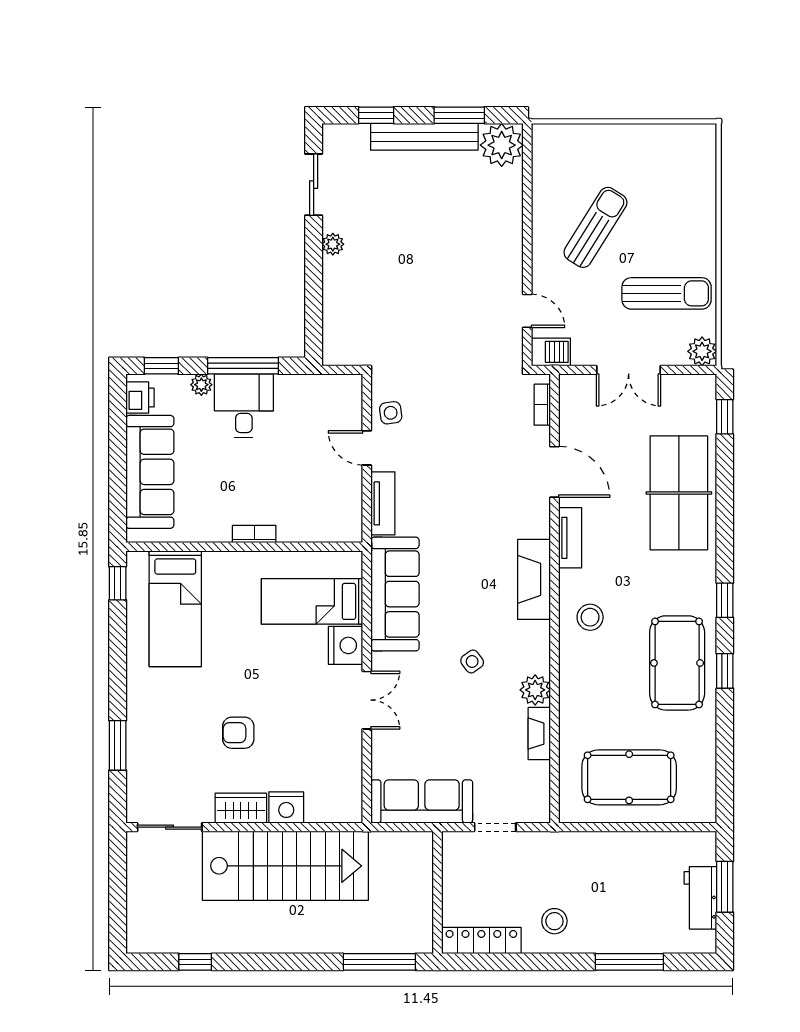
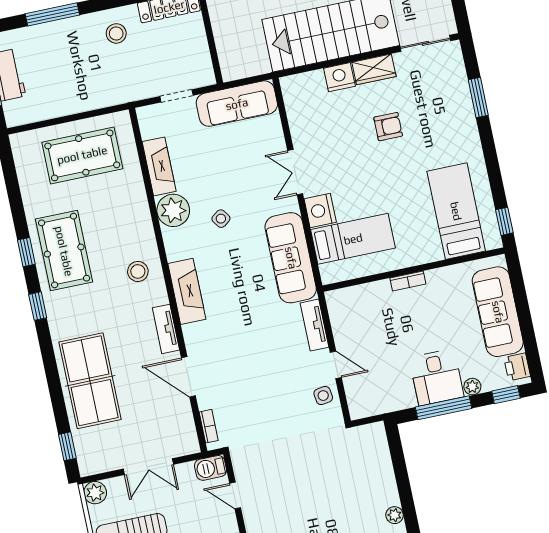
double door: (629, 370) -> (148, 467), swing flipped
plant: (535, 690) -> (173, 210), width x1.36, depth x1.36
fireplace: (539, 734) -> (159, 166), width x1.37, depth x1.32

